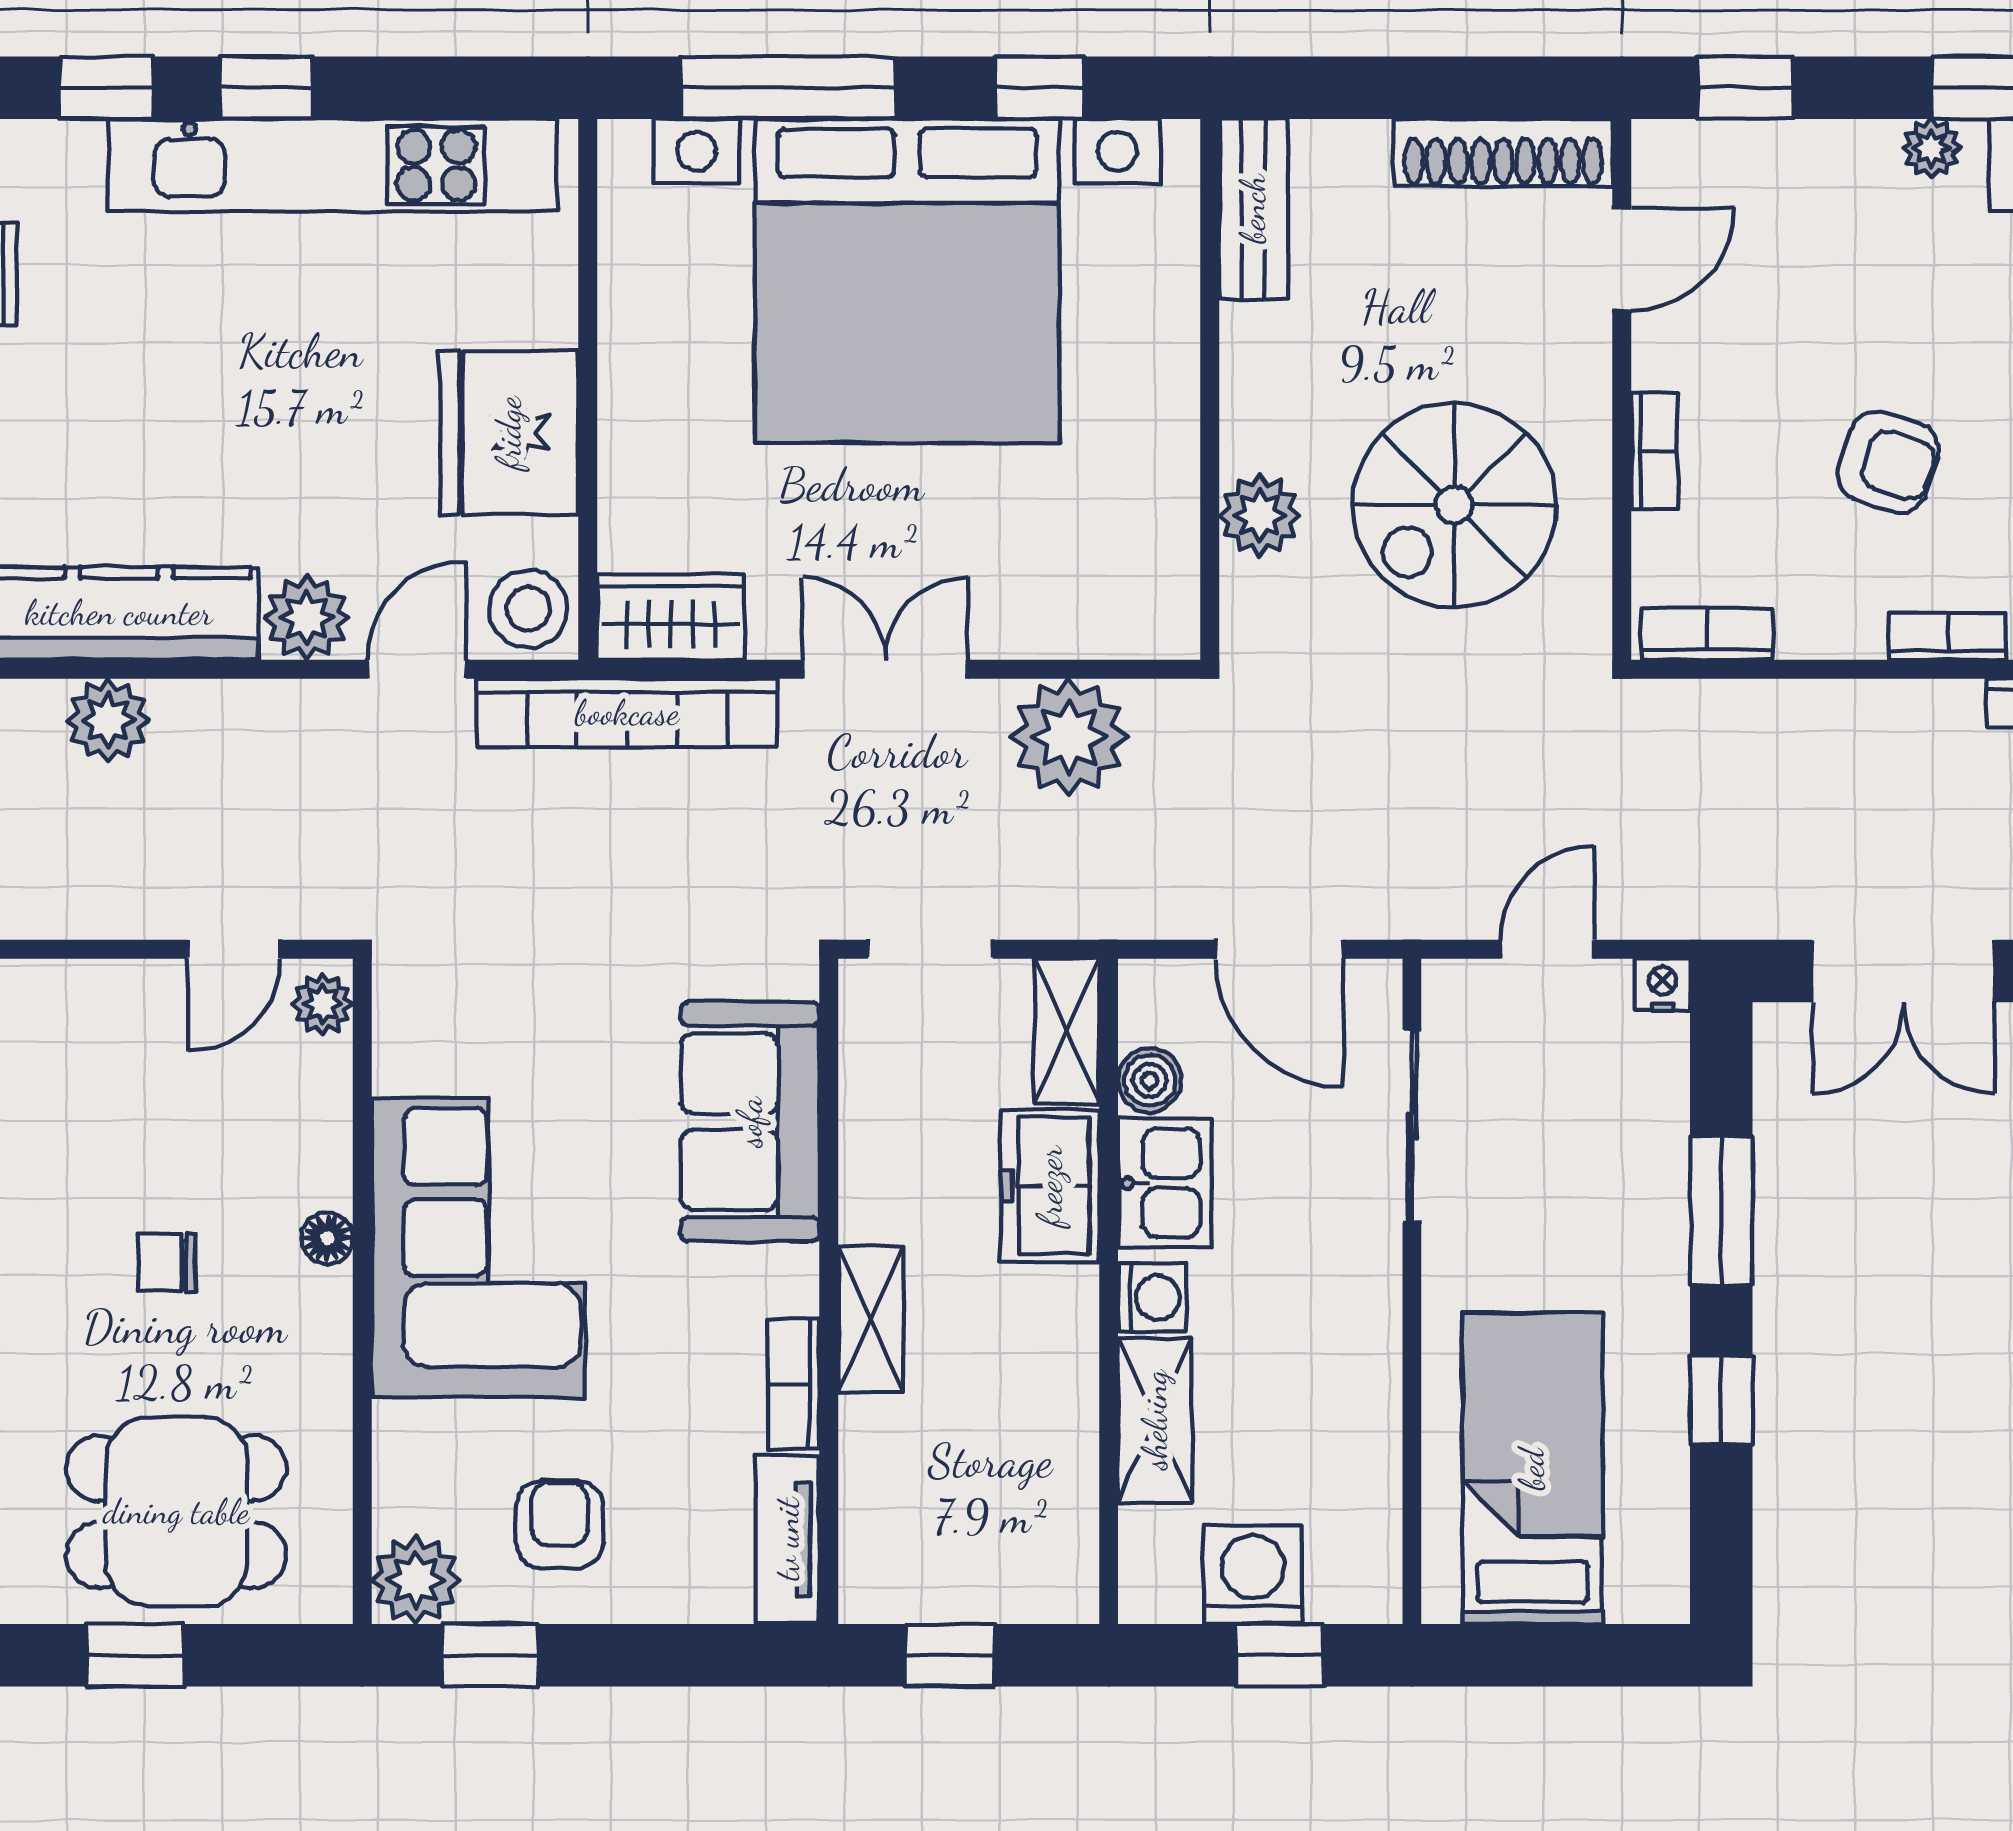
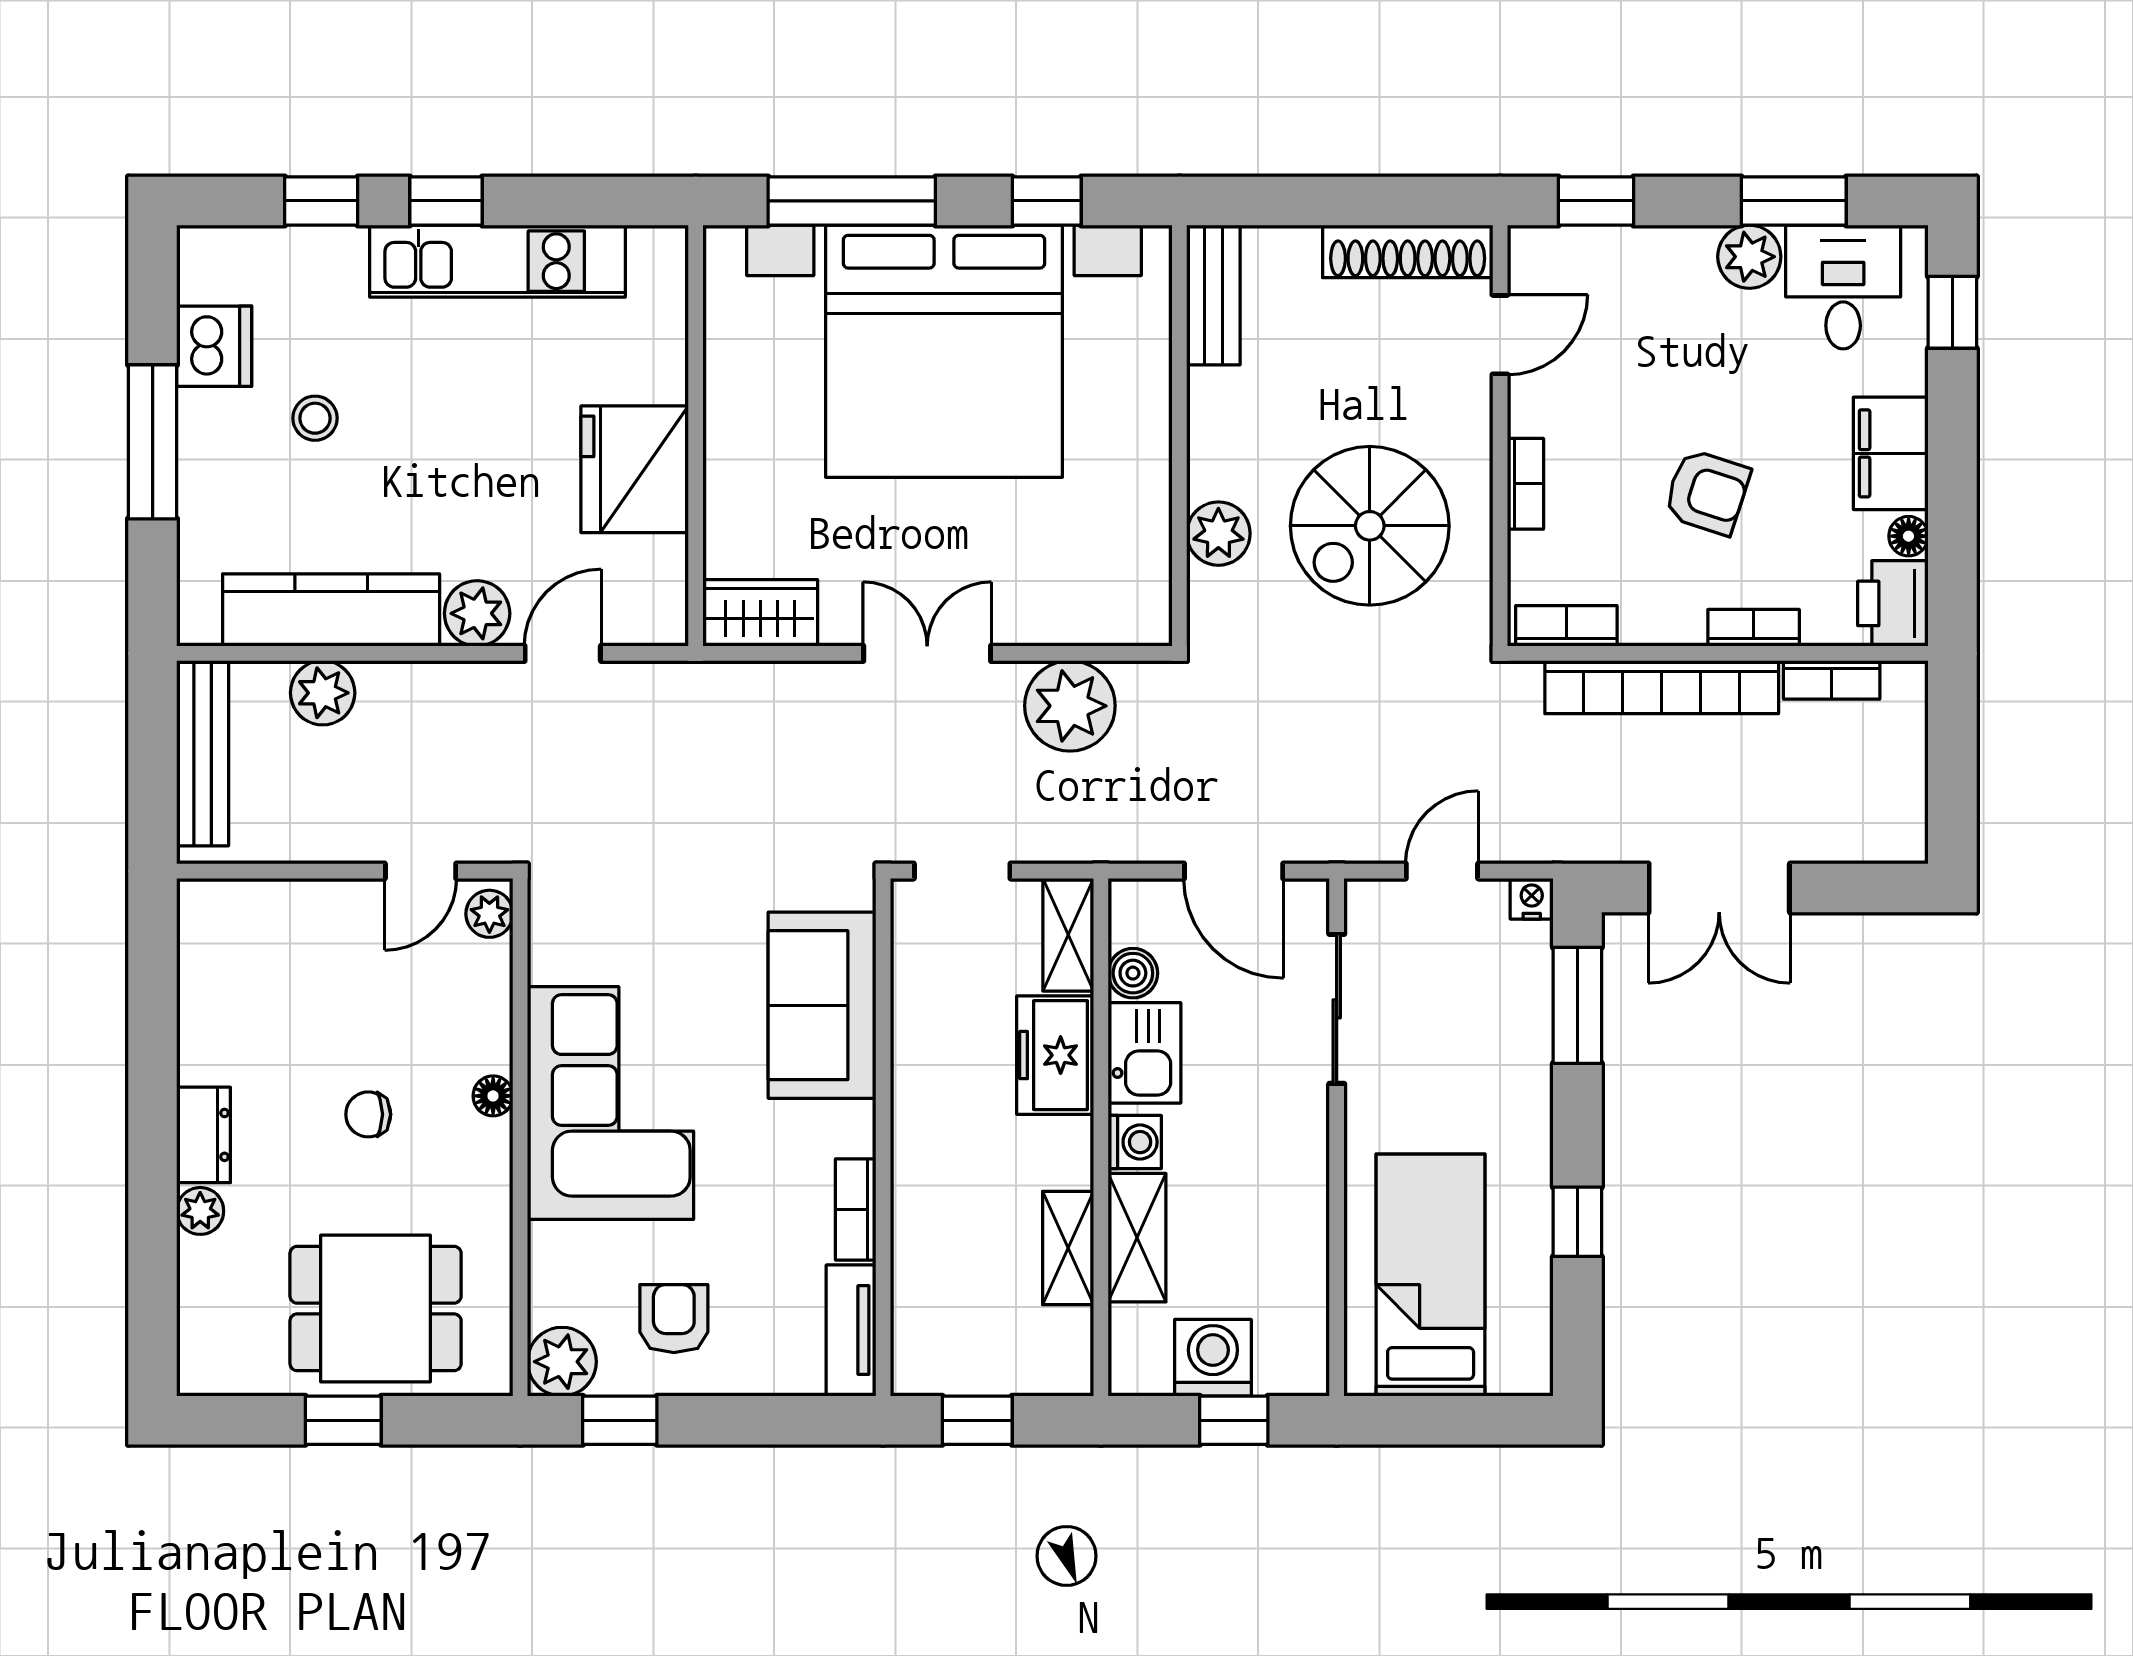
plant: (1931, 148) -> (1749, 257), width x1.38, depth x1.38
kitchen unit: (333, 165) -> (497, 261), width x0.73
stool: (528, 609) -> (315, 418), moved, width x0.73, depth x0.73
bookcase: (627, 713) -> (1662, 687), moved
window: (1721, 1211) -> (1577, 1005), moved
shelving: (871, 1319) -> (1068, 1248), moved

